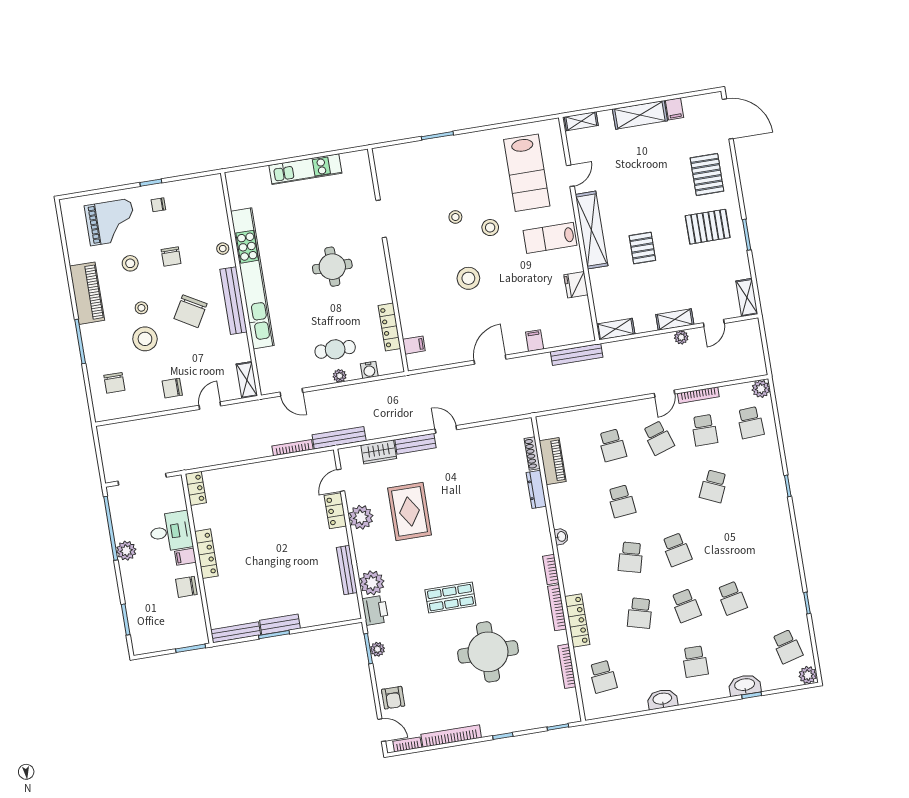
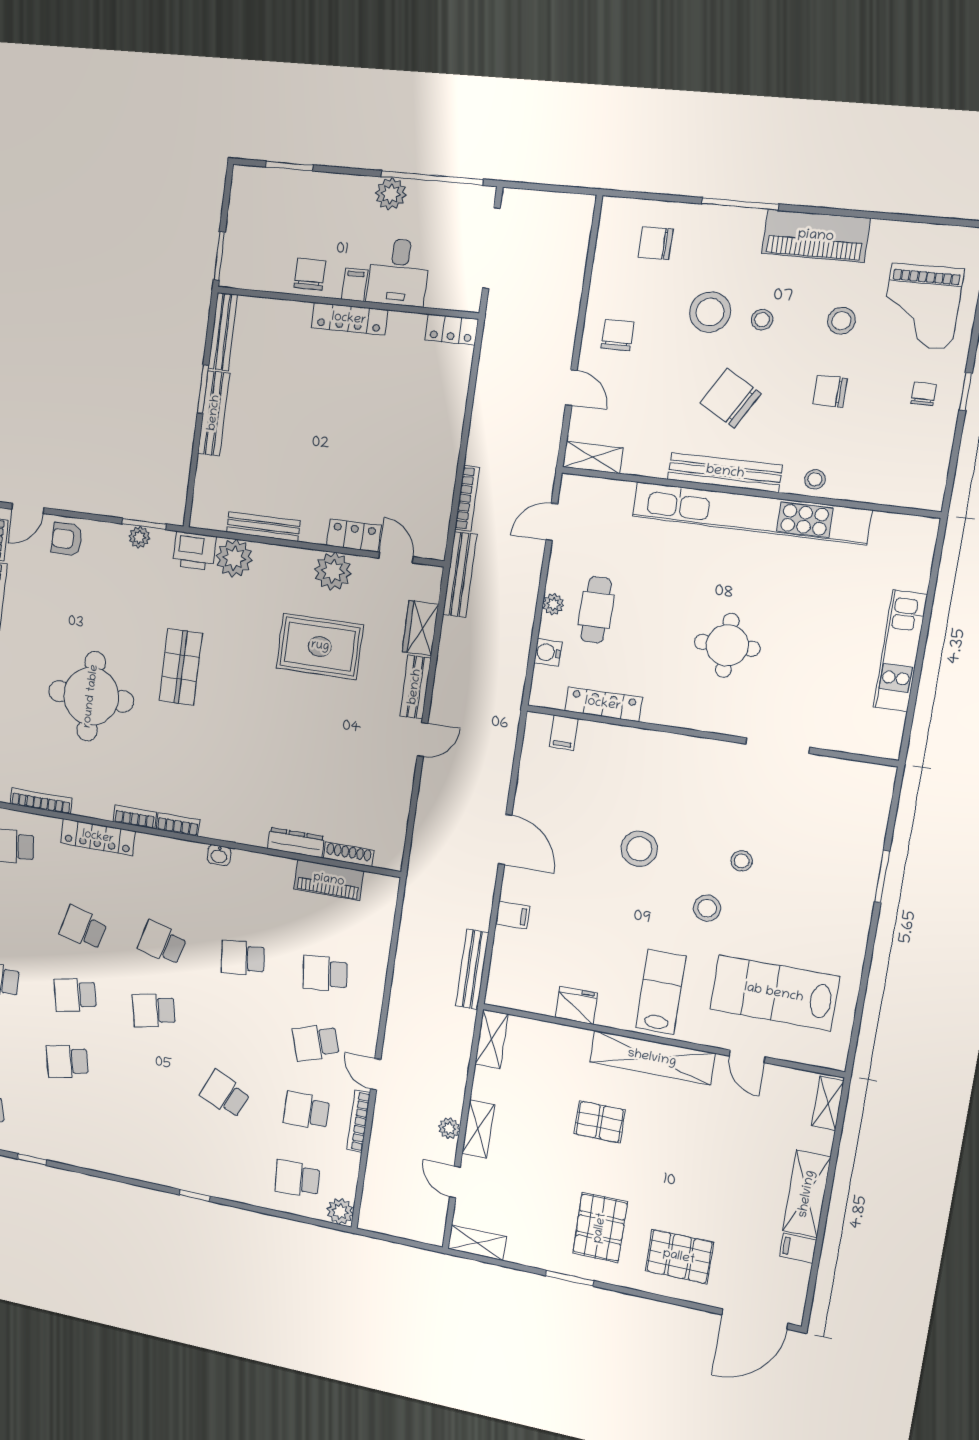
bookcase: (557, 608) -> (135, 817), width x0.64
bench: (280, 624) -> (214, 413), width x1.36

